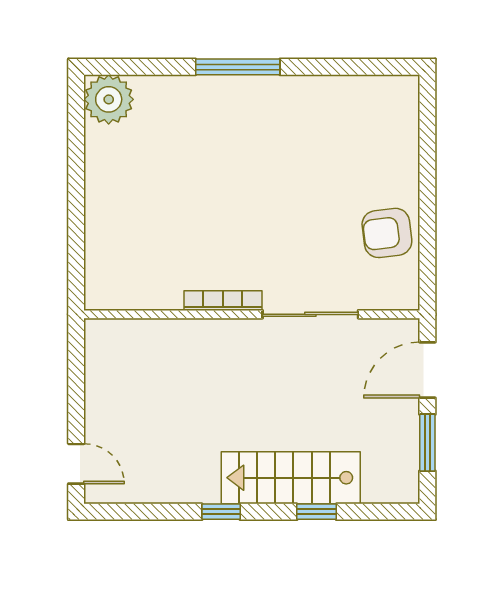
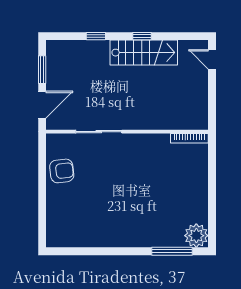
window: (238, 67) -> (172, 251), moved
bookcase: (223, 301) -> (189, 138), moved
stairs: (291, 478) -> (144, 53), moved

